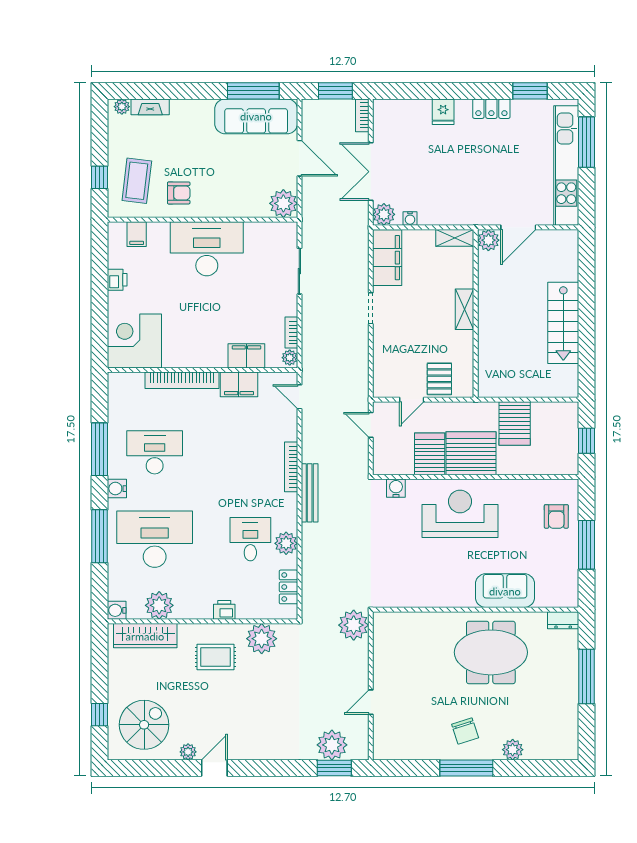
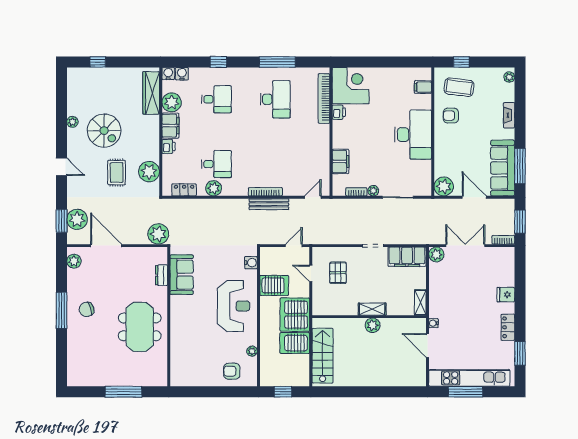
fireplace: (150, 107) -> (509, 115), moved
window: (587, 142) -> (466, 392), moved
door: (299, 158) -> (474, 197), swing flipped
armchair: (179, 193) -> (451, 116), turned 90
water cooler: (410, 219) -> (433, 323), moved
plant: (488, 240) -> (373, 325), moved
printer: (117, 280) -> (339, 112), moved, turned -90
stairs: (563, 323) -> (323, 356), moved, turned 90
plant: (290, 358) -> (373, 191), moved
pallet: (439, 379) -> (338, 273), moved, turned 90
bookcase: (182, 380) -> (324, 99), moved
filing cabinet: (239, 384) -> (170, 126), moved, turned 180
server rack: (471, 453) -> (295, 315), moved, turned 180
plant: (527, 487) -> (252, 351), added
water cooler: (117, 489) -> (182, 74), moved
bench: (310, 493) -> (269, 204), moved
window: (100, 536) -> (218, 62), width x0.46
desk: (155, 539) -> (216, 99), width x0.53, depth x0.77
window: (587, 545) -> (213, 392), removed
sofa: (505, 591) -> (182, 275), moved
dresser: (563, 620) -> (161, 275), moved
rug: (215, 657) -> (117, 173), moved
door: (371, 702) -> (106, 246), width x1.88
spiral stairs: (144, 725) -> (104, 131), moved
plant: (513, 750) -> (74, 261), moved
door: (214, 768) -> (62, 167), moved

